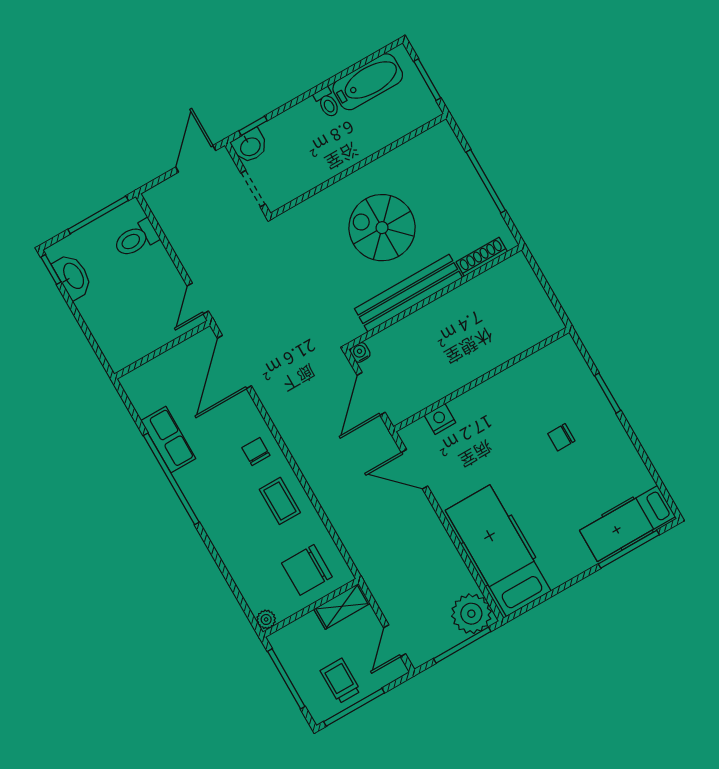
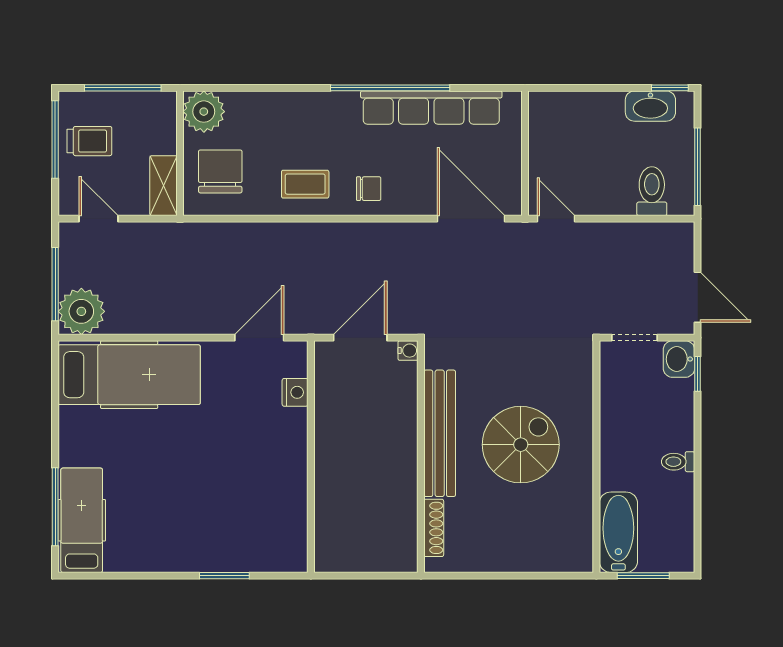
bathtub: (368, 82) -> (618, 532), moved, turned 180
window: (486, 181) -> (507, 576), removed
door: (371, 394) -> (360, 338), hinge flipped
chair: (561, 437) -> (207, 504), removed
row of seats: (168, 440) -> (431, 108), width x2.02
plant: (266, 619) -> (204, 112), width x1.87, depth x1.87

